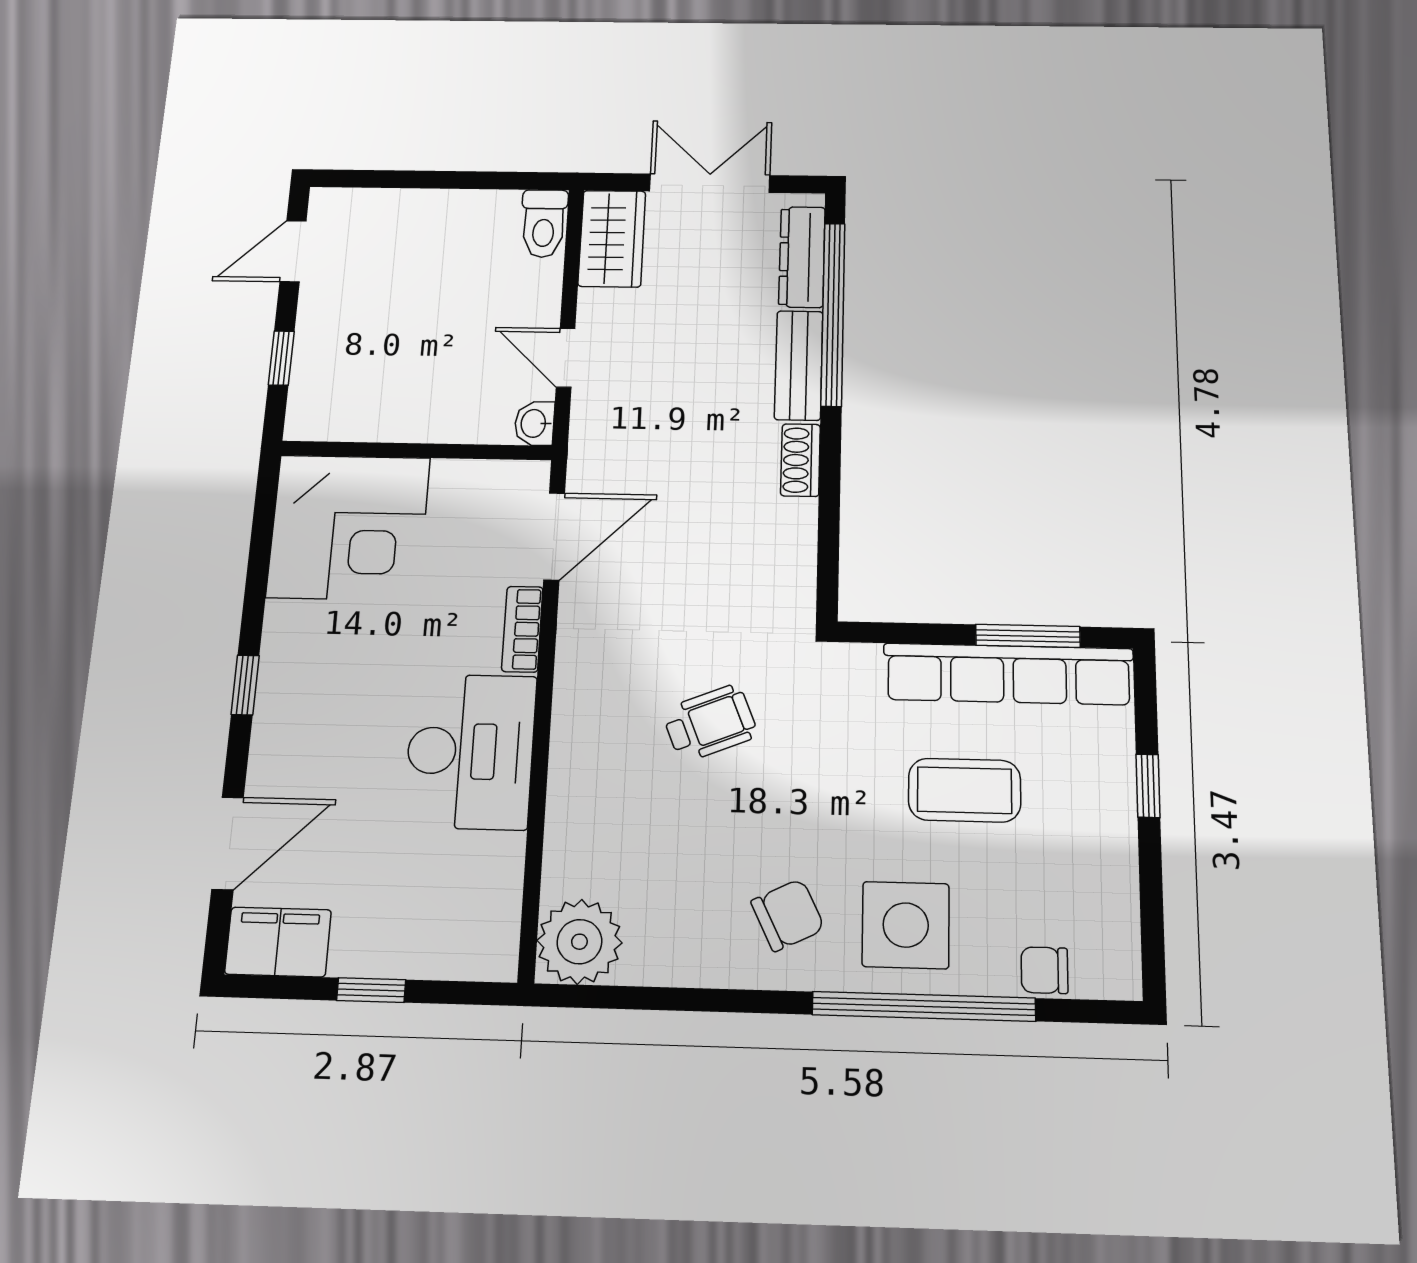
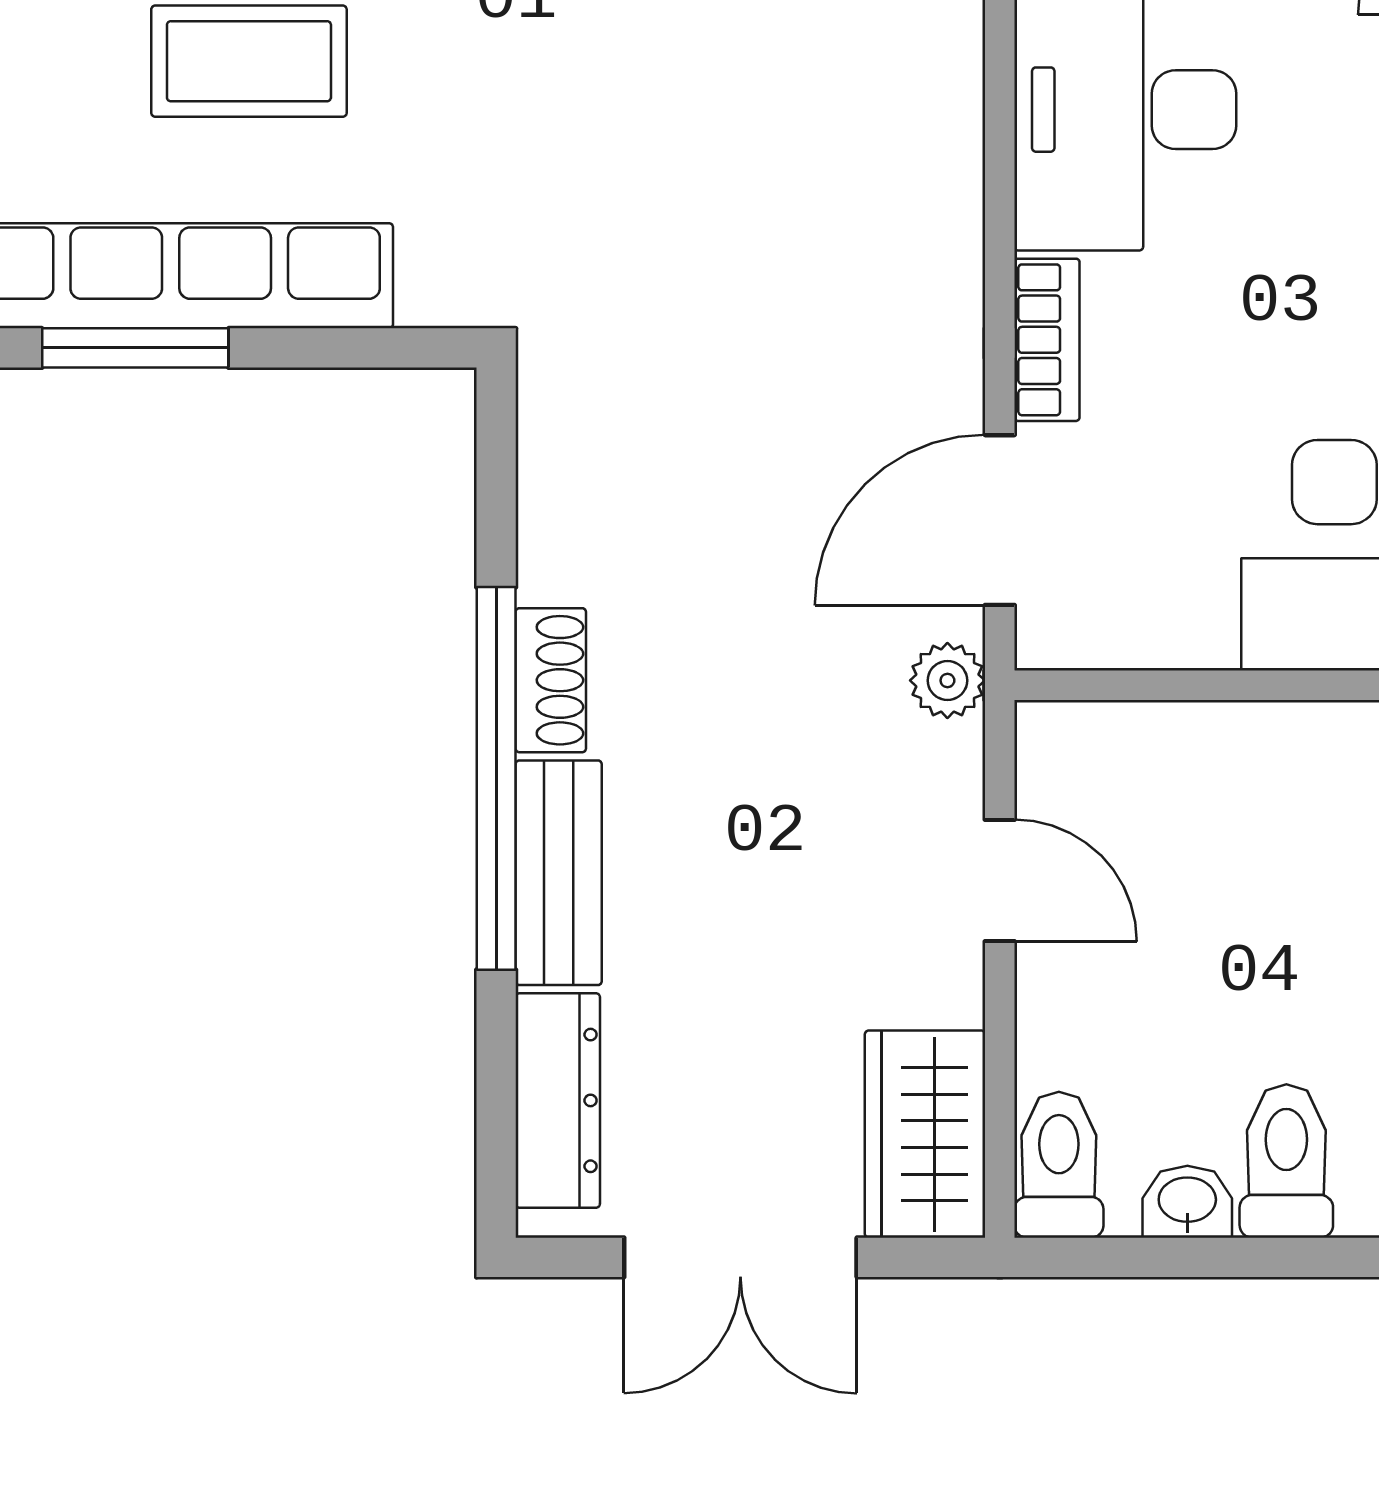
toilet: (427, 224) -> (1286, 1161), added
window: (833, 314) -> (496, 778), moved
washbasin: (534, 423) -> (1187, 1202), moved, turned -90
plant: (587, 456) -> (947, 680), added
wheelchair: (710, 723) -> (701, 172), removed

